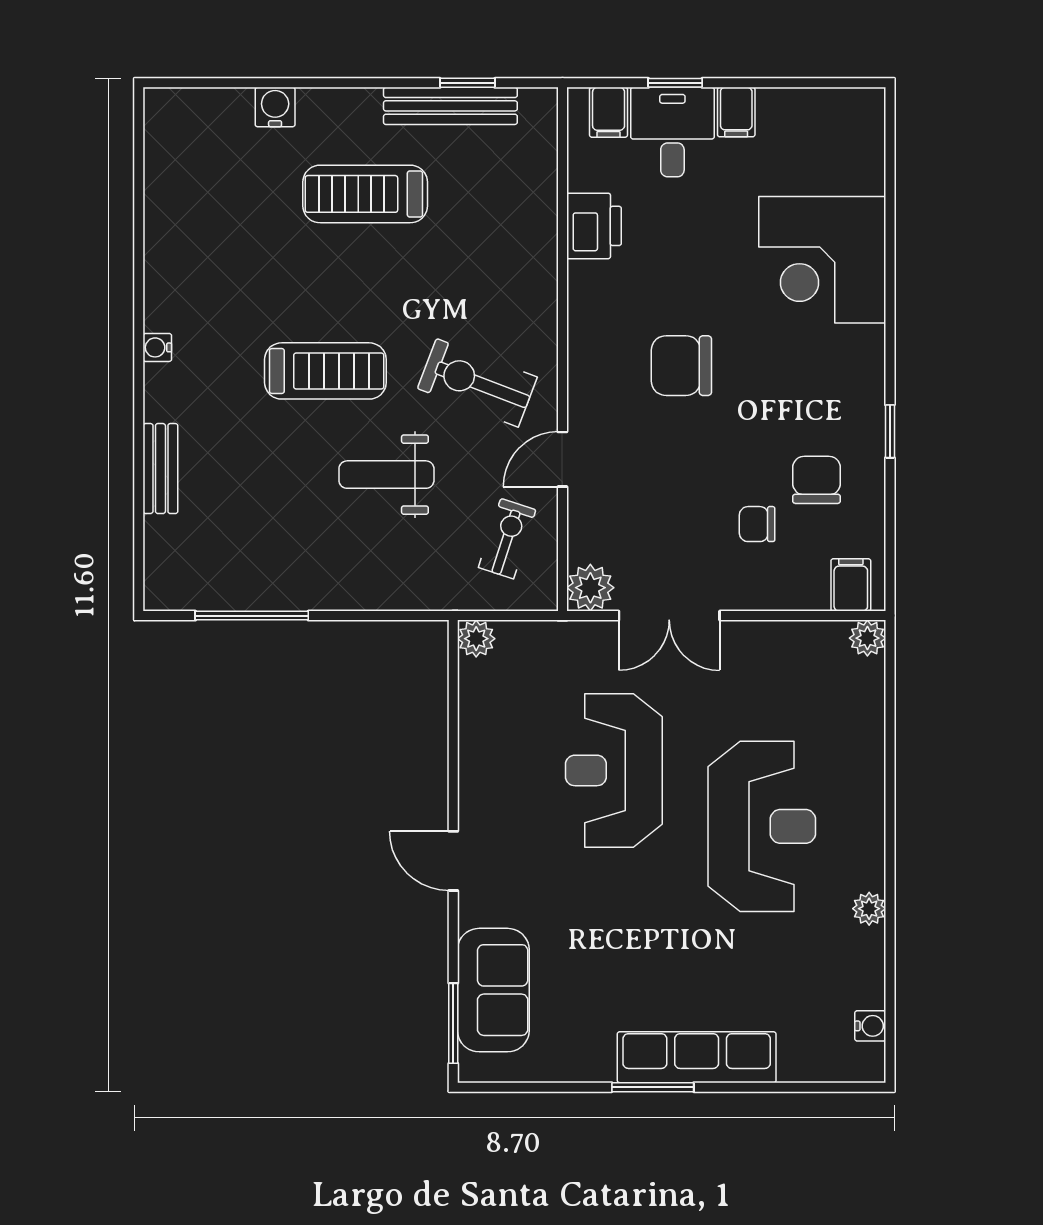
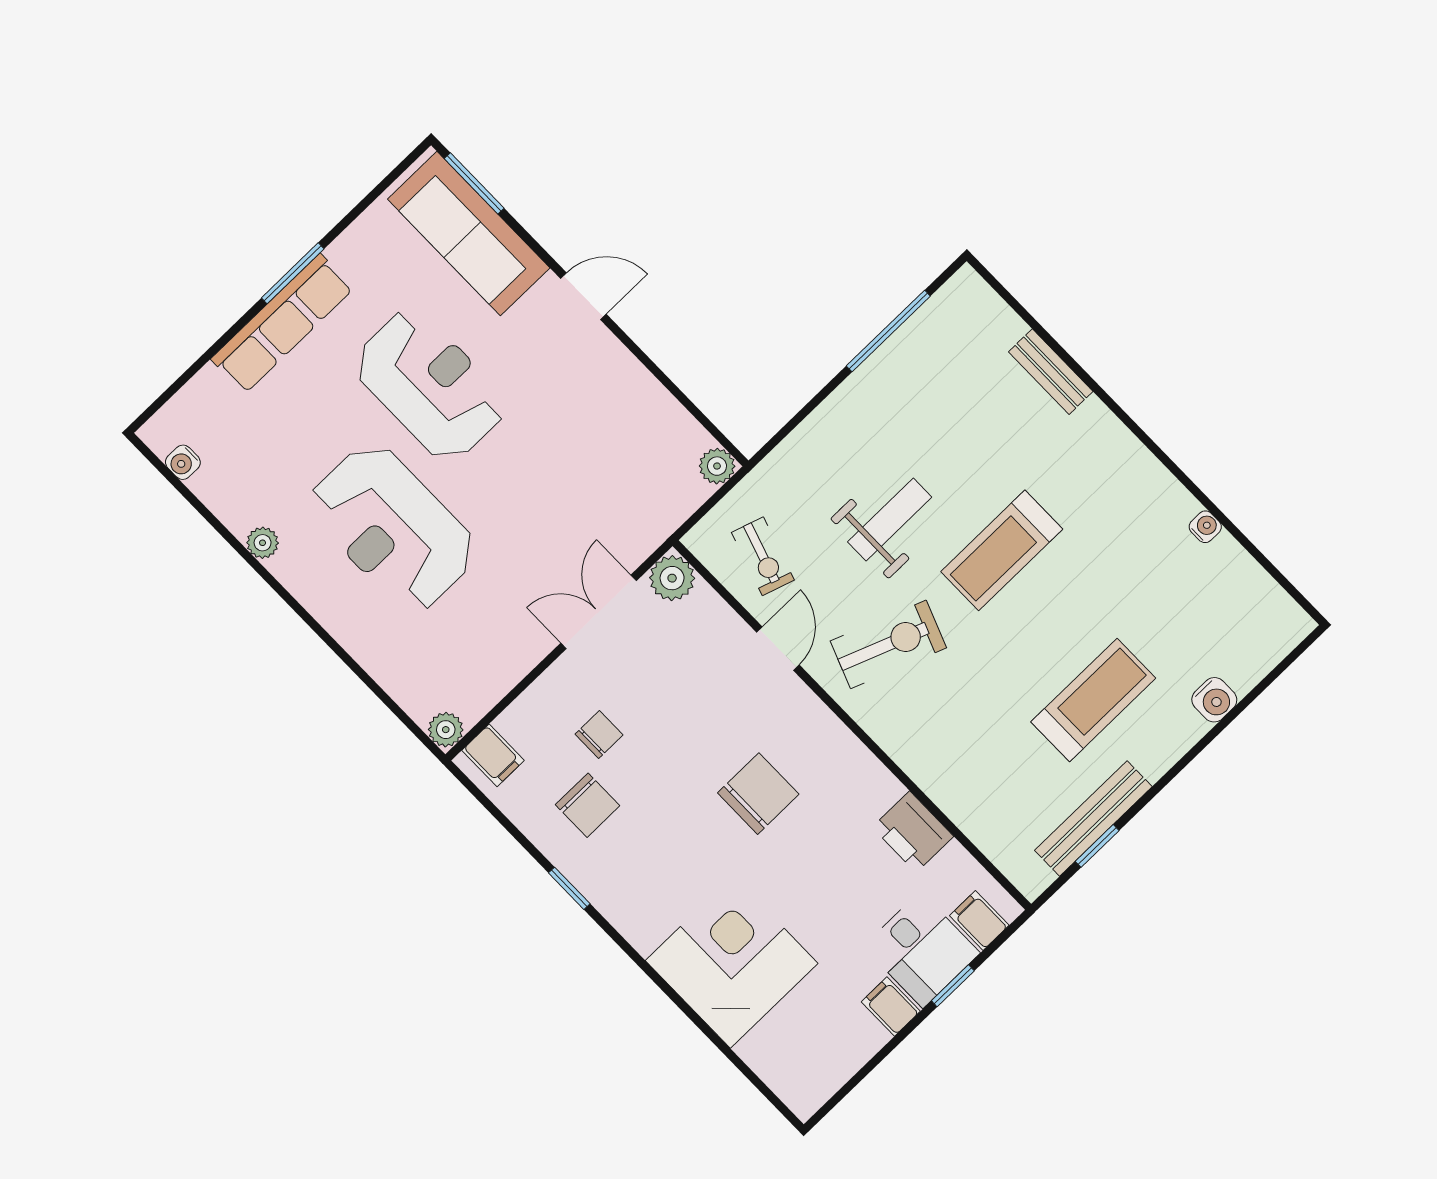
water cooler: (157, 347) -> (1205, 527), moved
reception desk: (614, 770) -> (430, 385), moved
sofa: (493, 990) -> (469, 234), width x1.36

